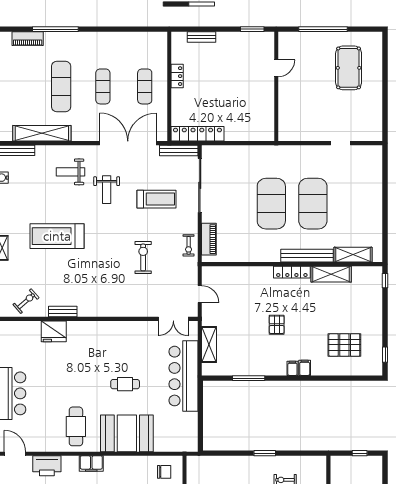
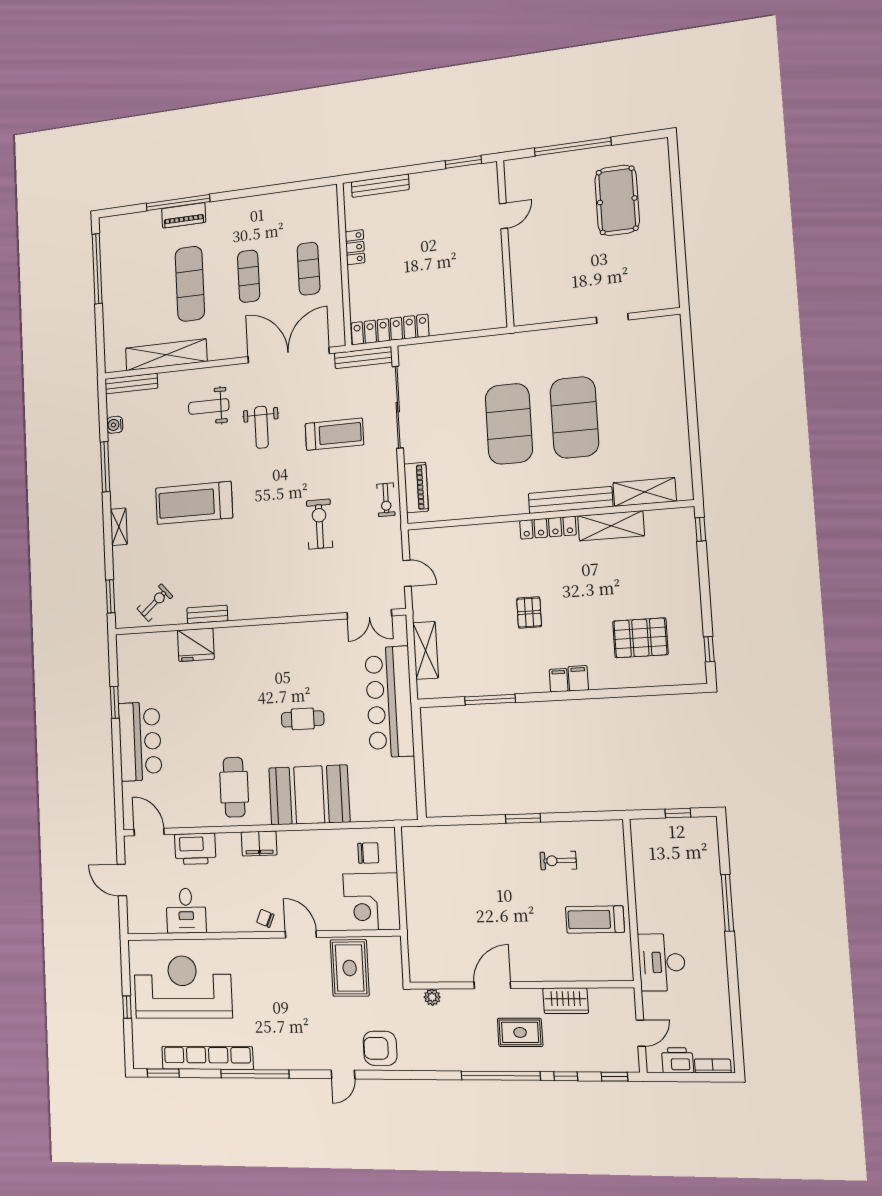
bench: (201, 37) -> (380, 186), width x1.36
piano: (28, 39) -> (184, 215), moved

